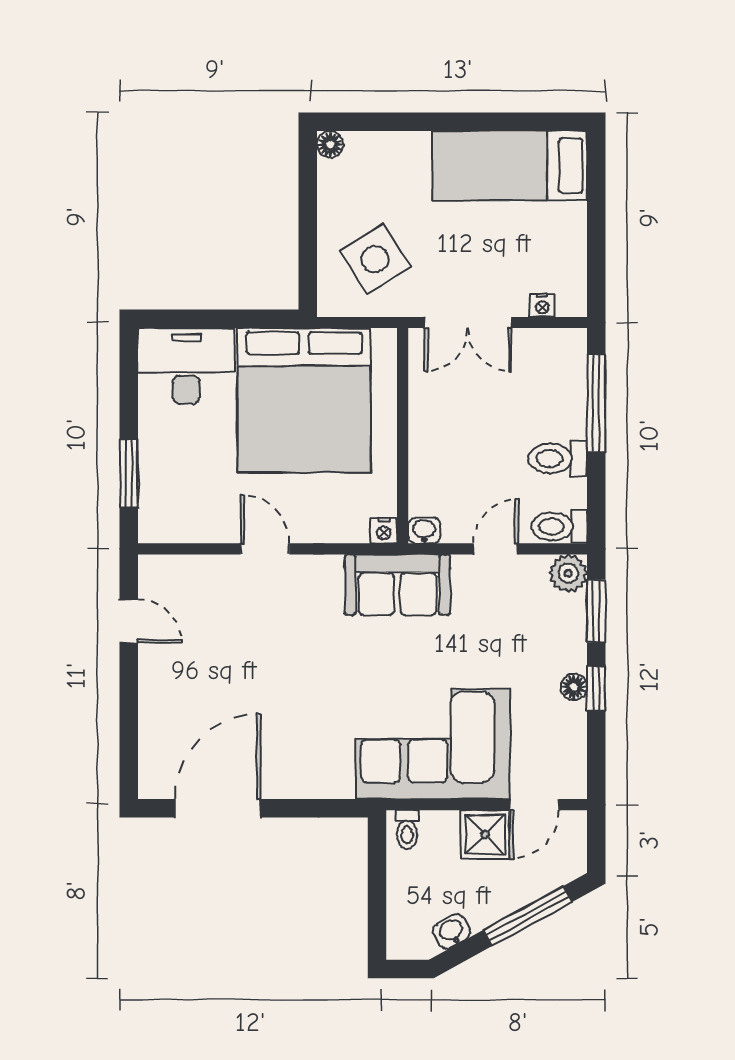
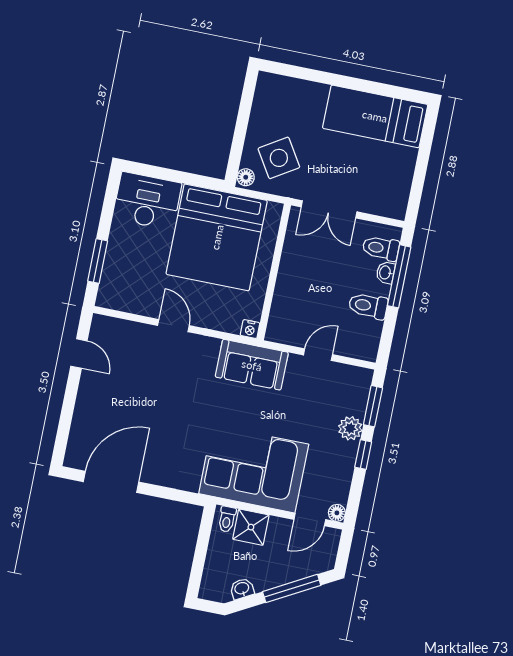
floor lamp: (330, 144) -> (246, 177), moved
nightstand: (542, 305) -> (378, 208), removed
toilet: (559, 527) -> (381, 248), moved
washbasin: (424, 530) -> (385, 273), moved, turned -90
plant: (568, 573) -> (350, 428), moved
floor lamp: (574, 687) -> (337, 513), moved
shower: (485, 834) -> (251, 527), moved

